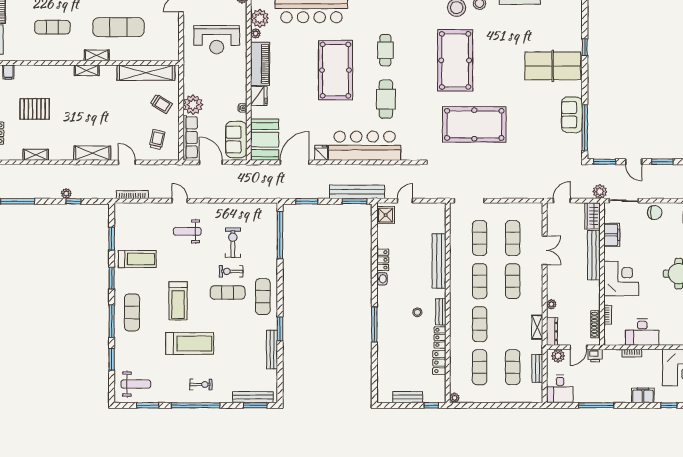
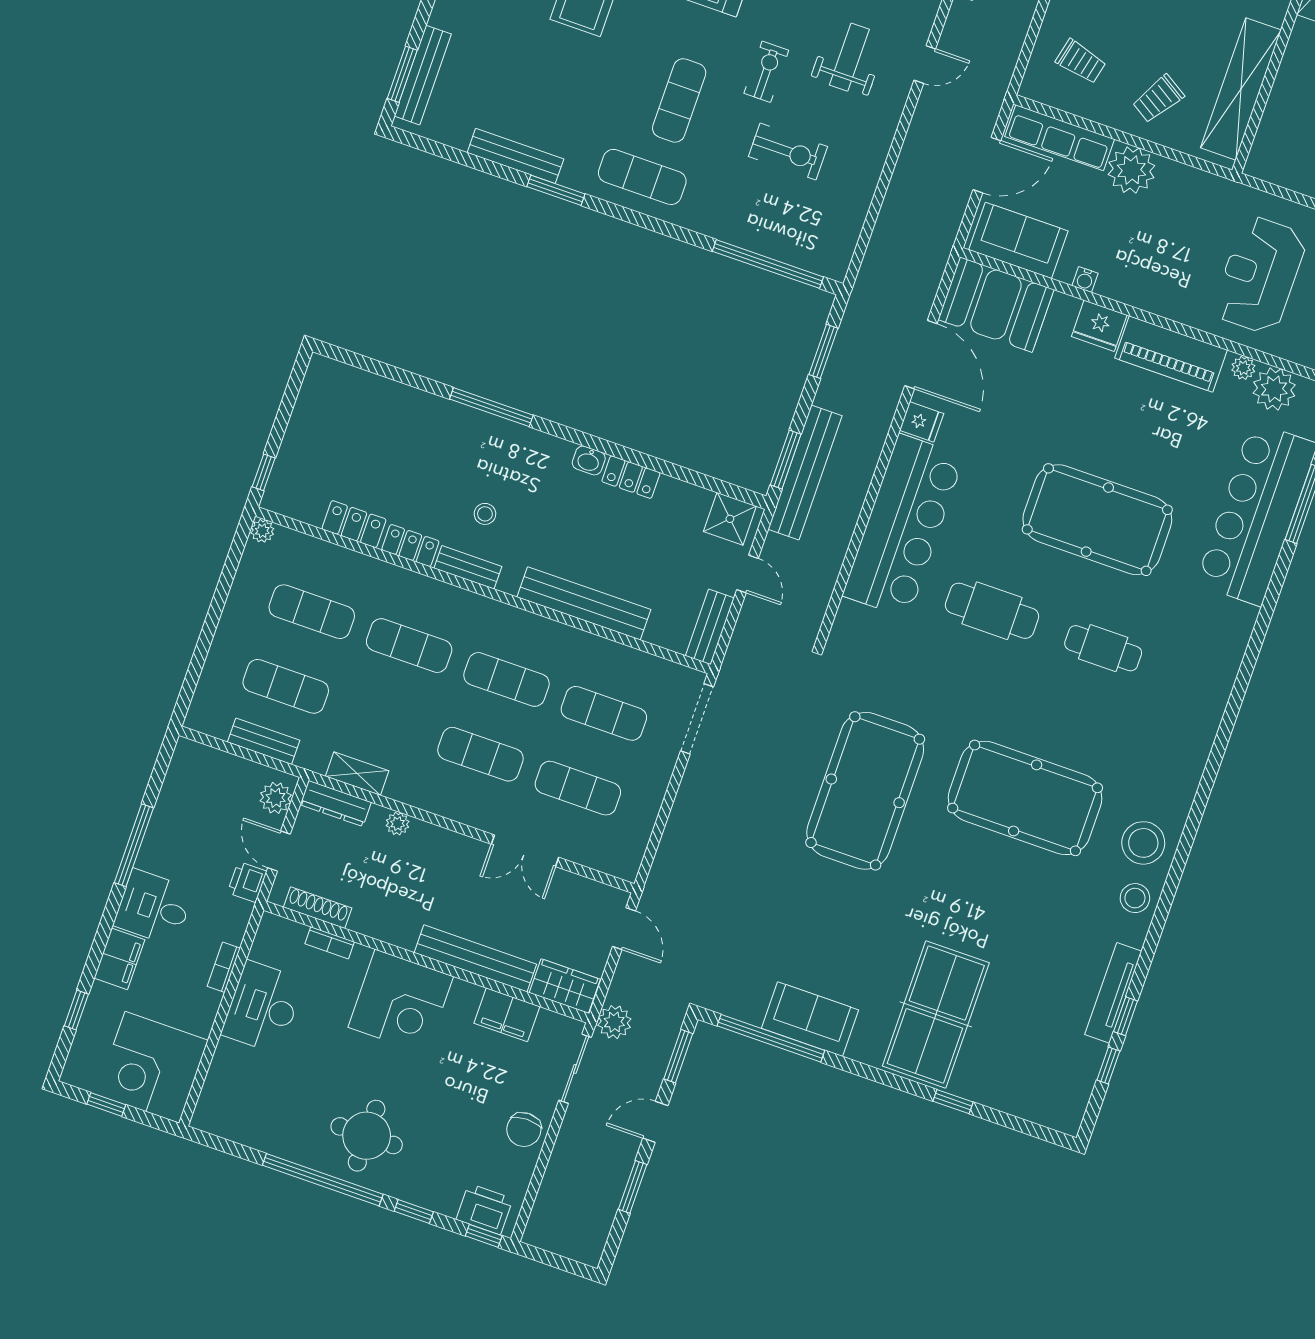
exercise bike: (231, 271) -> (766, 72), moved
desk: (560, 389) -> (154, 907), moved
bench: (408, 397) -> (710, 627), moved

